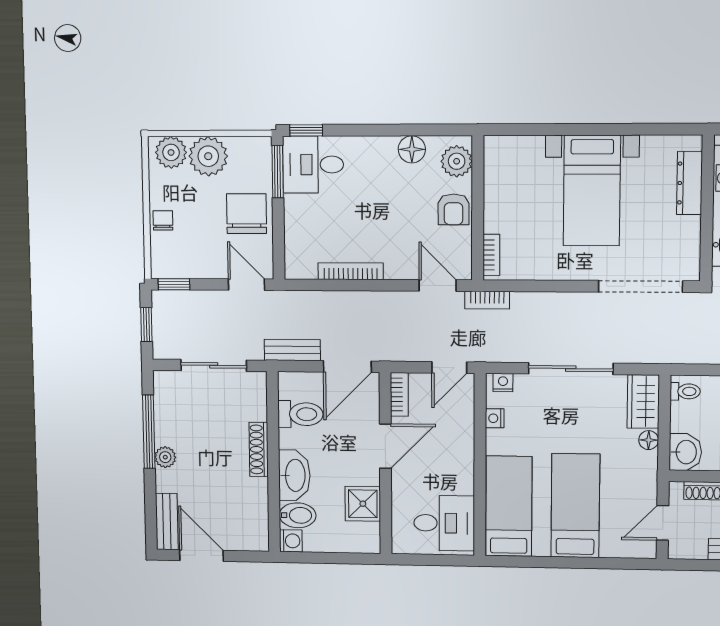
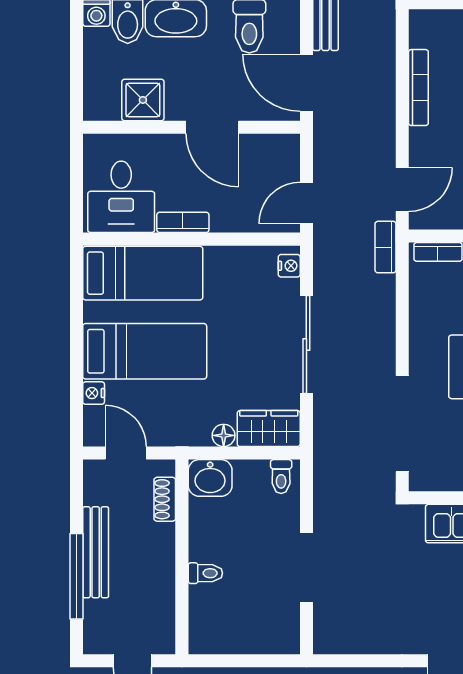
door: (449, 367) -> (306, 203), hinge flipped
bookcase: (399, 394) -> (183, 222), moved, turned 180
nightstand: (495, 418) -> (94, 393), moved, turned -90

